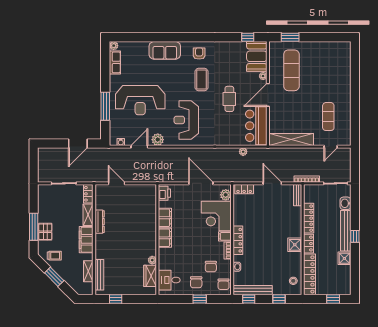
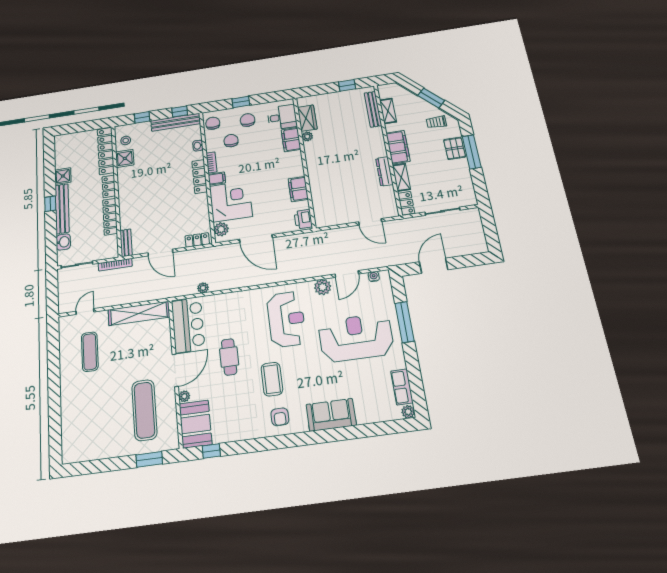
filing cabinet: (165, 238) -> (291, 140), moved
shower: (295, 245) -> (125, 158), moved
window: (333, 299) -> (75, 128), removed

